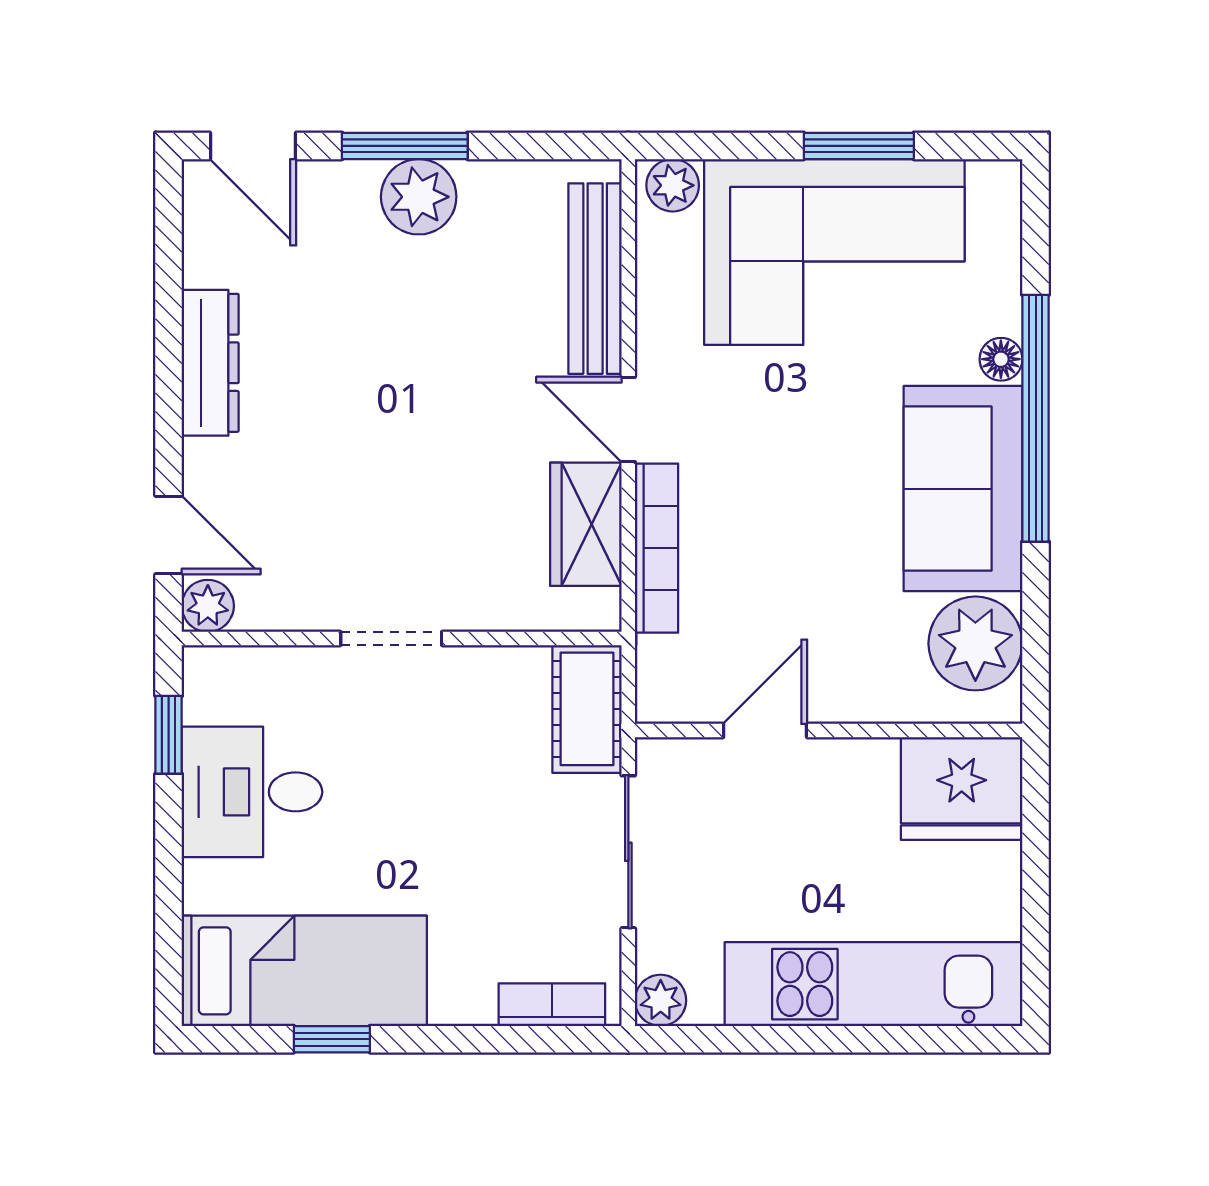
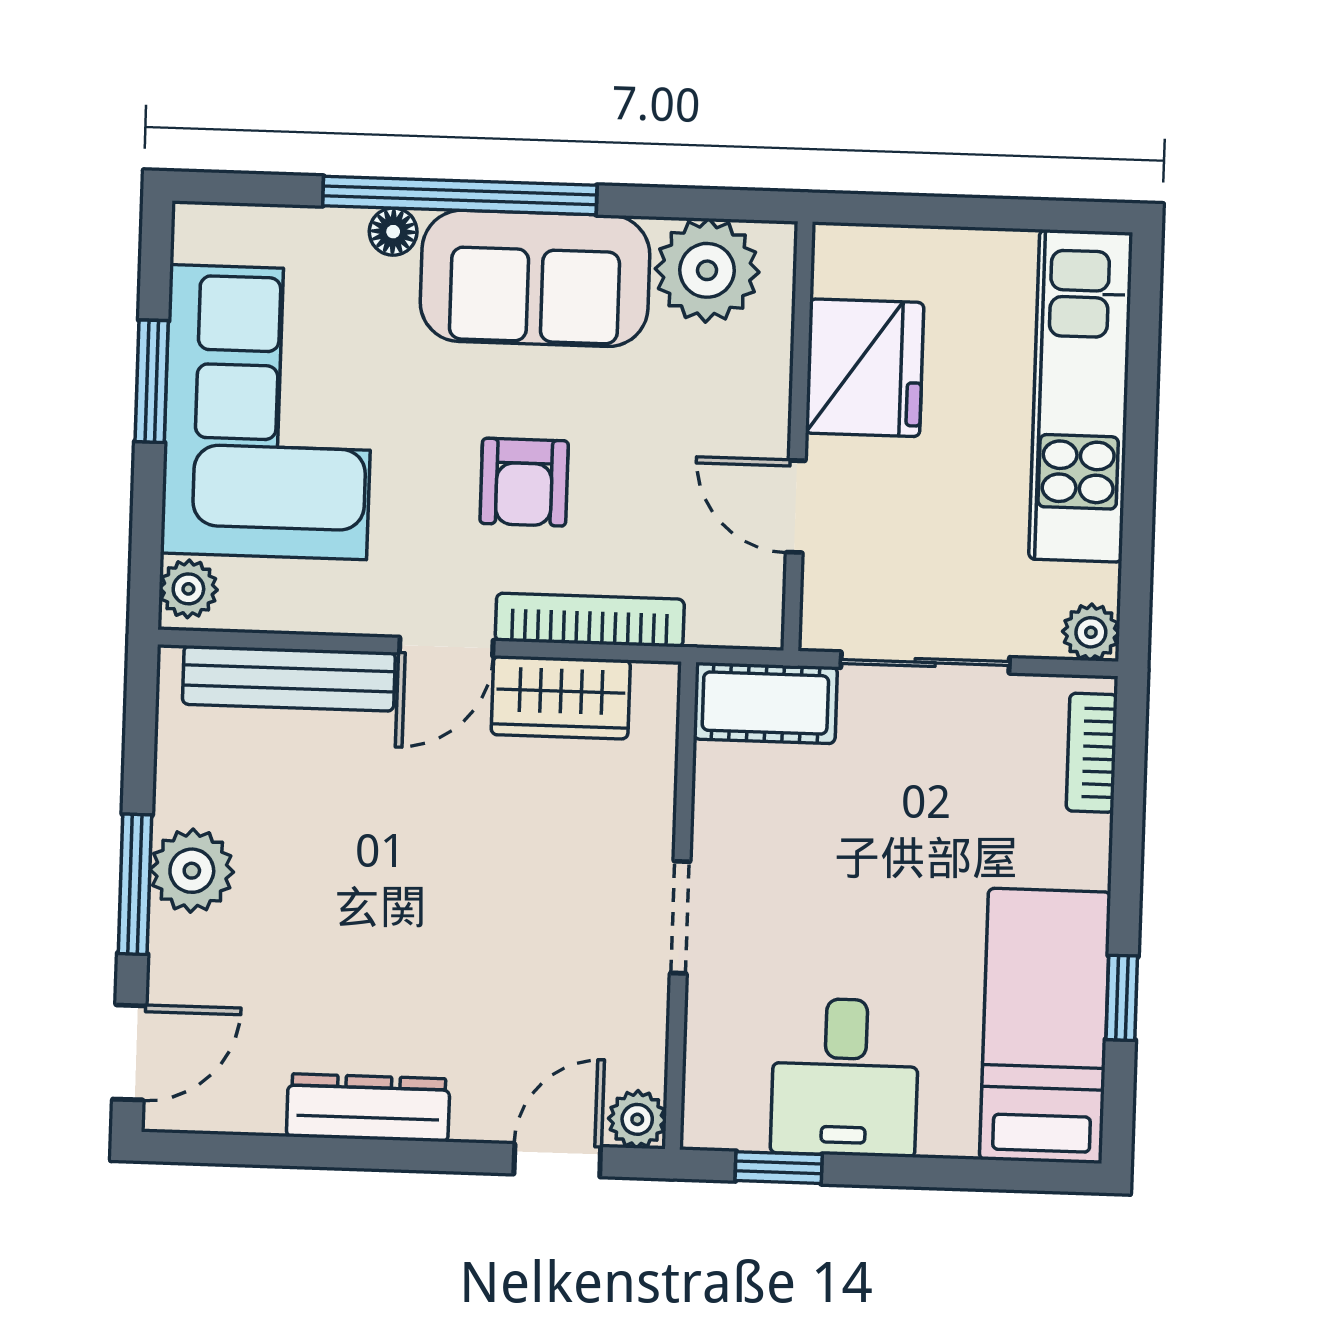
armchair: (779, 485) -> (524, 482), added
fridge: (962, 788) -> (865, 368), moved

